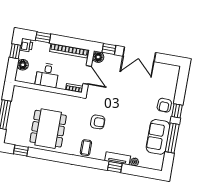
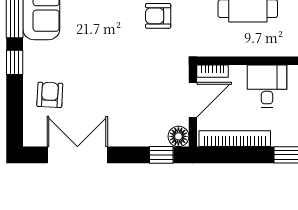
double door: (139, 54) -> (77, 155), moved
door: (87, 75) -> (193, 100), swing flipped
armchair: (164, 105) -> (50, 95), moved

